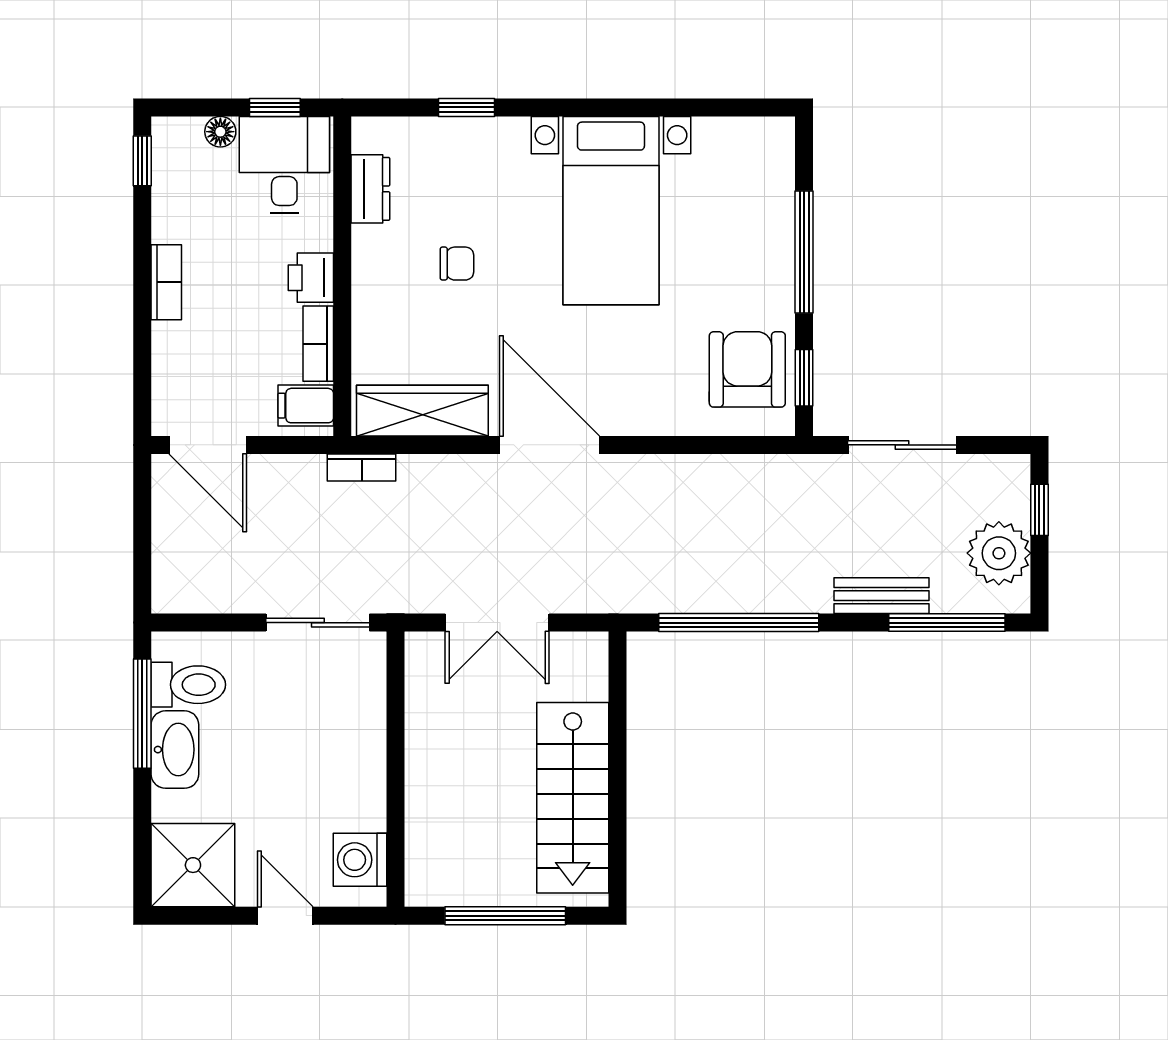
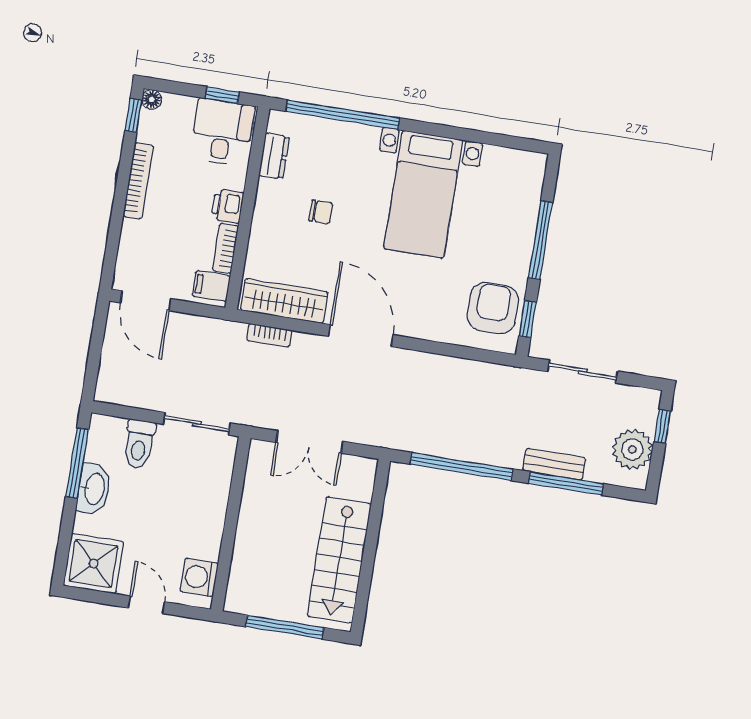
window: (466, 107) -> (343, 115), width x3.17
floor lamp: (220, 132) -> (152, 99), moved
bookcase: (166, 282) -> (138, 181), width x1.56
bookcase: (362, 467) -> (269, 335), moved
window: (947, 623) -> (566, 483), moved
toilet: (188, 685) -> (139, 444), moved, turned 90

